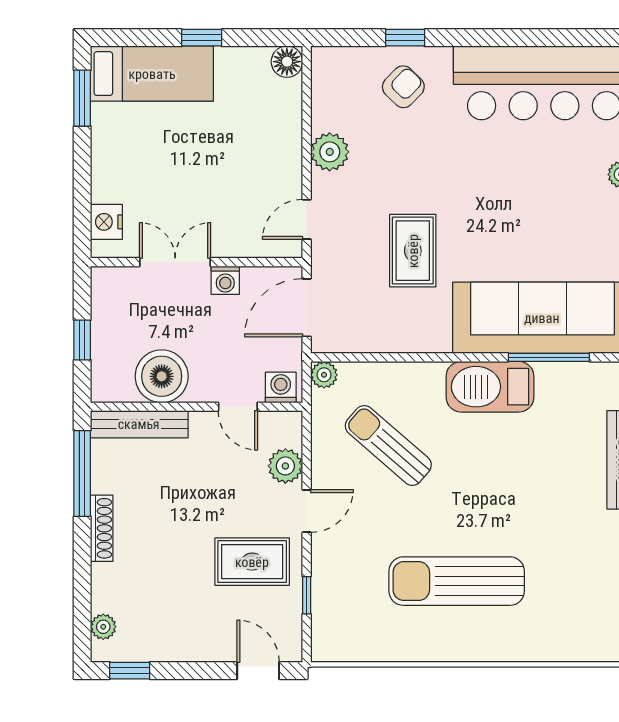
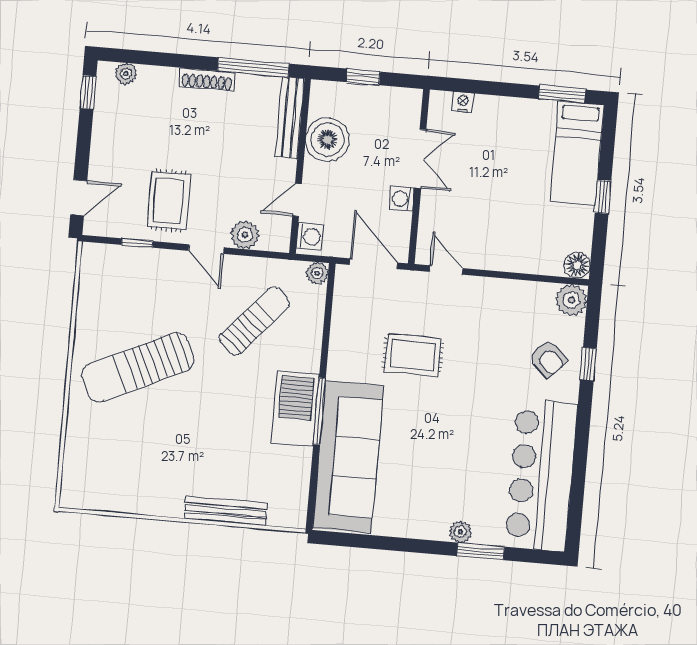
plant: (330, 152) -> (571, 300), moved
nightstand: (106, 222) -> (463, 102), width x0.72, depth x0.74
window: (549, 357) -> (319, 411), moved
sun lounger: (457, 581) -> (138, 367), turned -115

